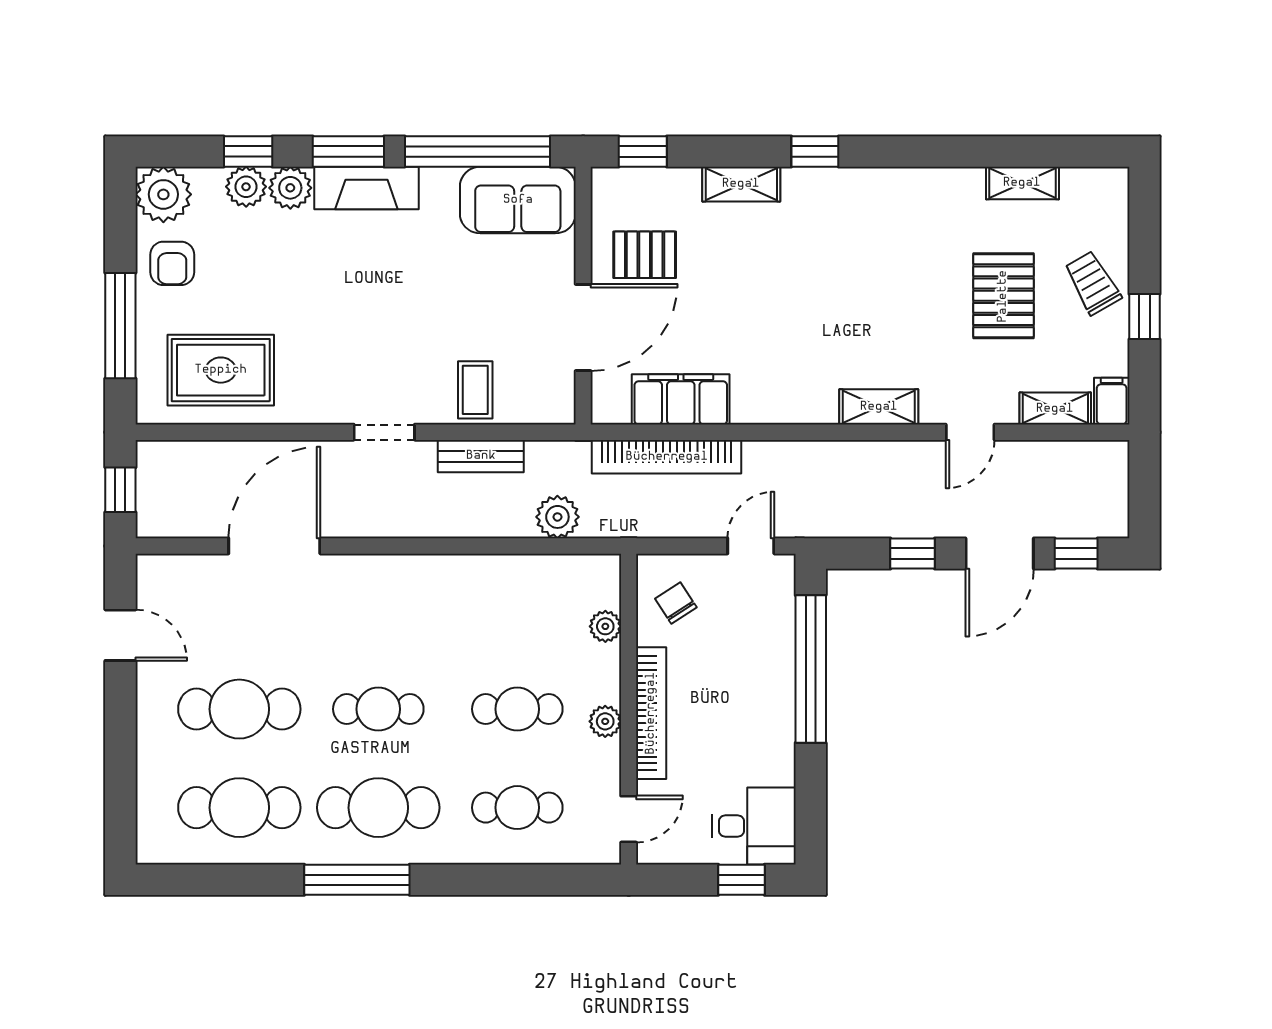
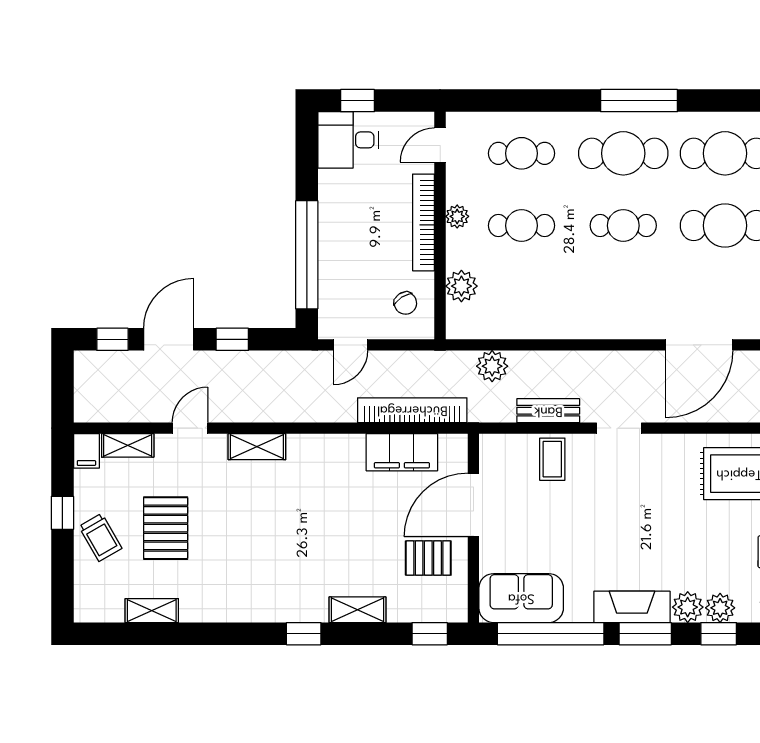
plant: (605, 626) -> (461, 286), width x1.38, depth x1.38

